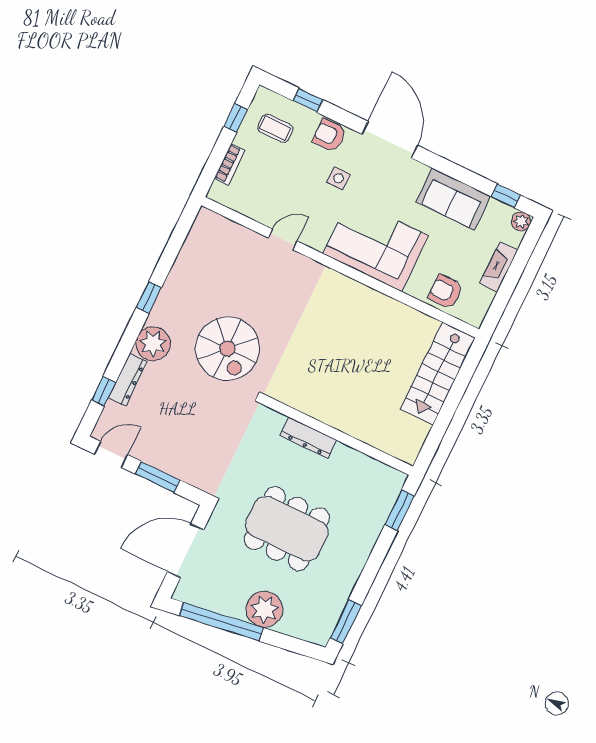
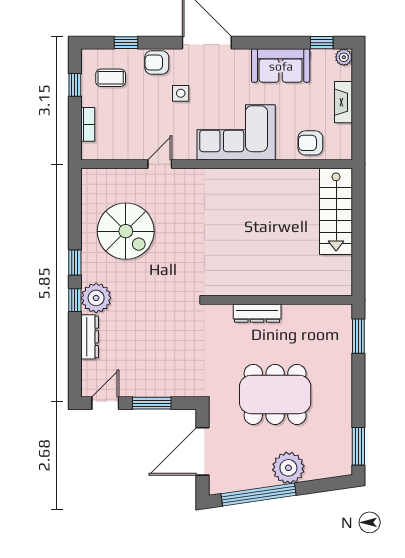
spiral stairs: (227, 349) -> (126, 231), moved
window: (104, 391) -> (75, 300), moved

